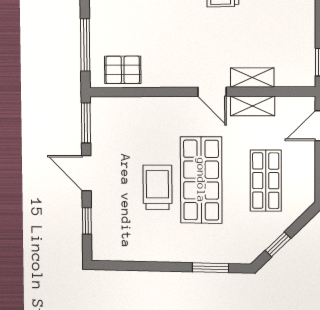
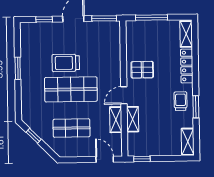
pallet: (123, 70) -> (142, 70), moved, turned 90
trolley: (157, 187) -> (66, 63), turned 180
window: (210, 268) -> (18, 68), moved

